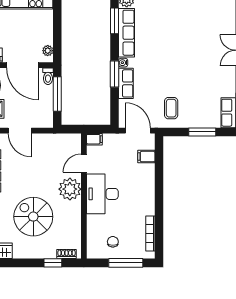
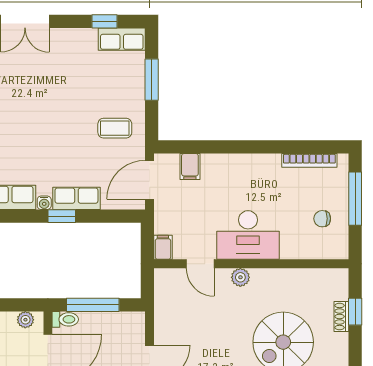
window: (114, 74) -> (62, 216), width x0.67
plant: (70, 189) -> (240, 277), width x0.53, depth x0.53
shoe rack: (67, 254) -> (341, 317), moved

